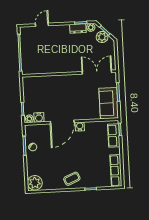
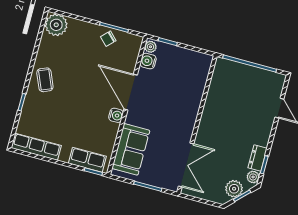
sofa: (109, 103) -> (131, 149), moved, turned 90

